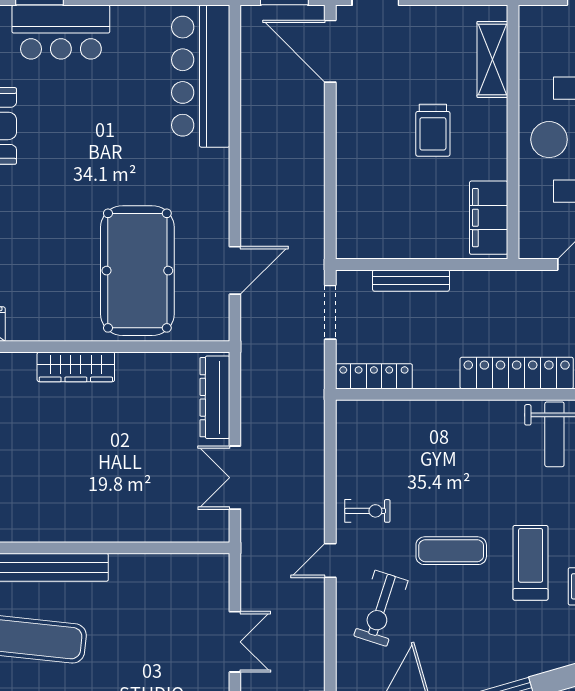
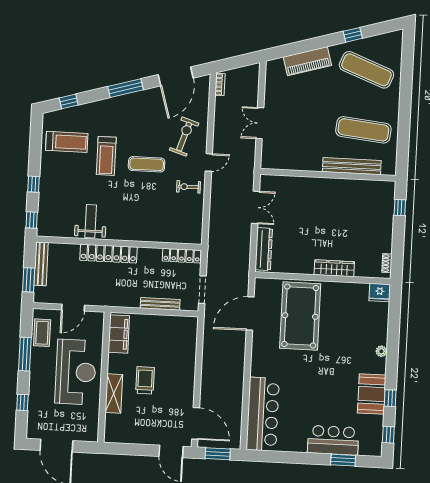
shelving: (492, 59) -> (114, 394), moved
door: (235, 270) -> (250, 314), width x1.36

